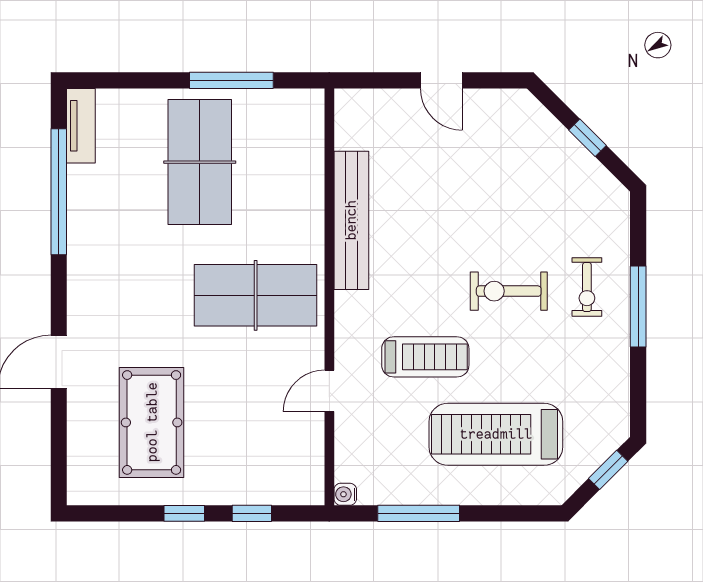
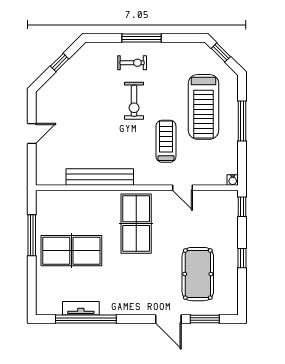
tv unit: (81, 126) -> (81, 308), moved
pool table: (152, 422) -> (198, 274), turned 90
window: (59, 437) -> (205, 319), added
window: (252, 513) -> (242, 207), moved
window: (419, 513) -> (242, 121), moved

